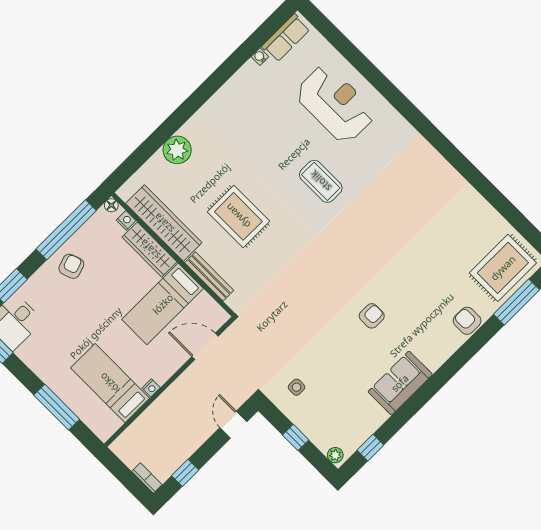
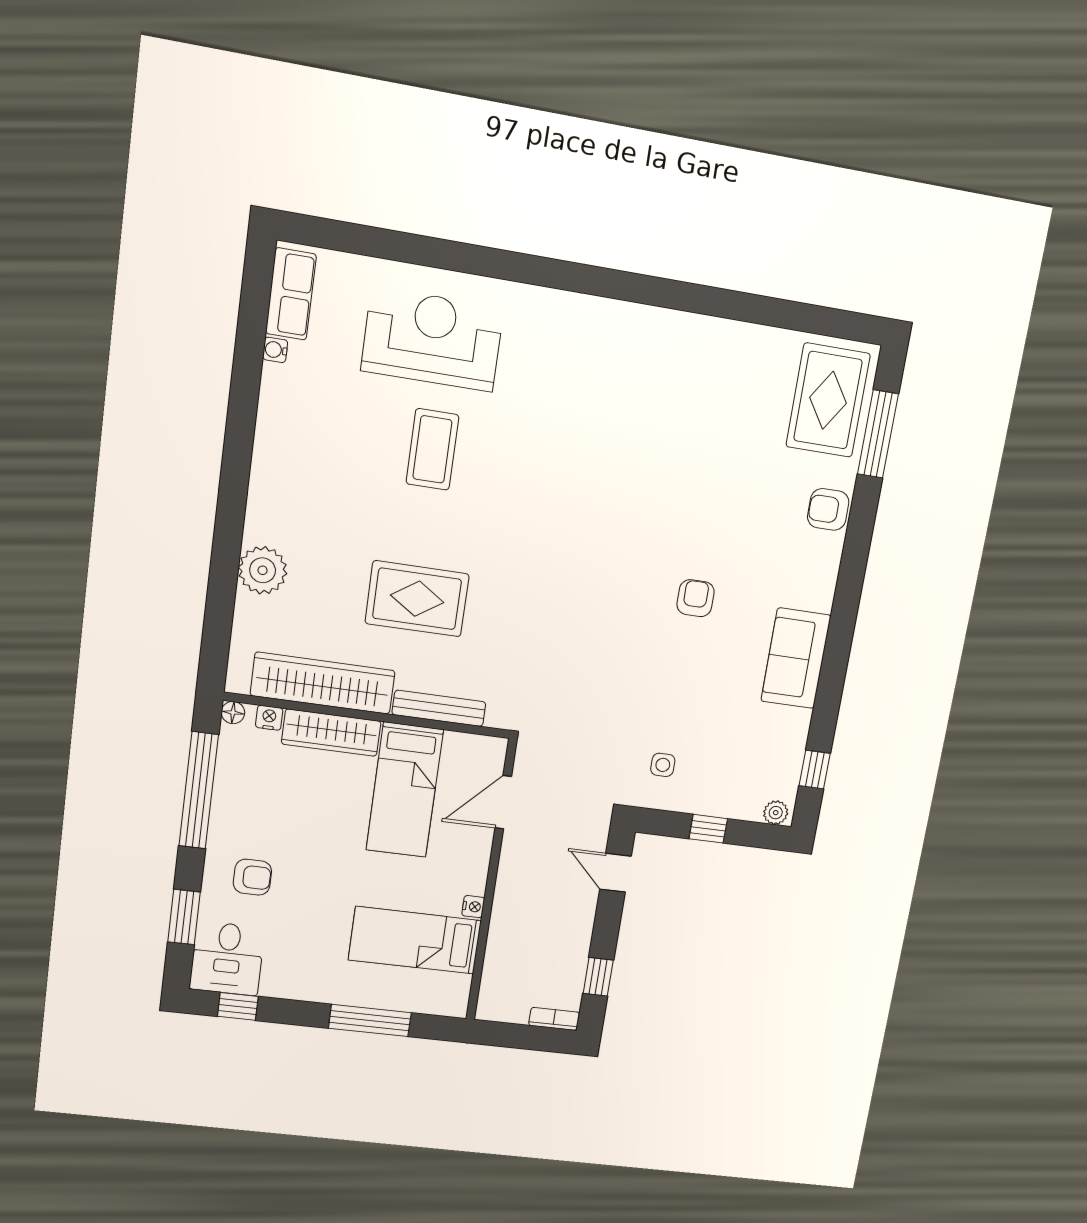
coffee table: (321, 181) -> (432, 449), moved, turned 90
armchair: (71, 266) -> (252, 877), moved, turned 109

